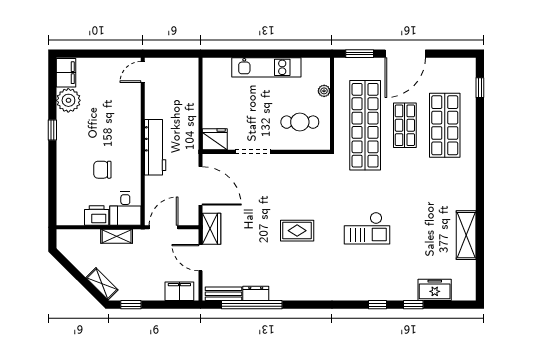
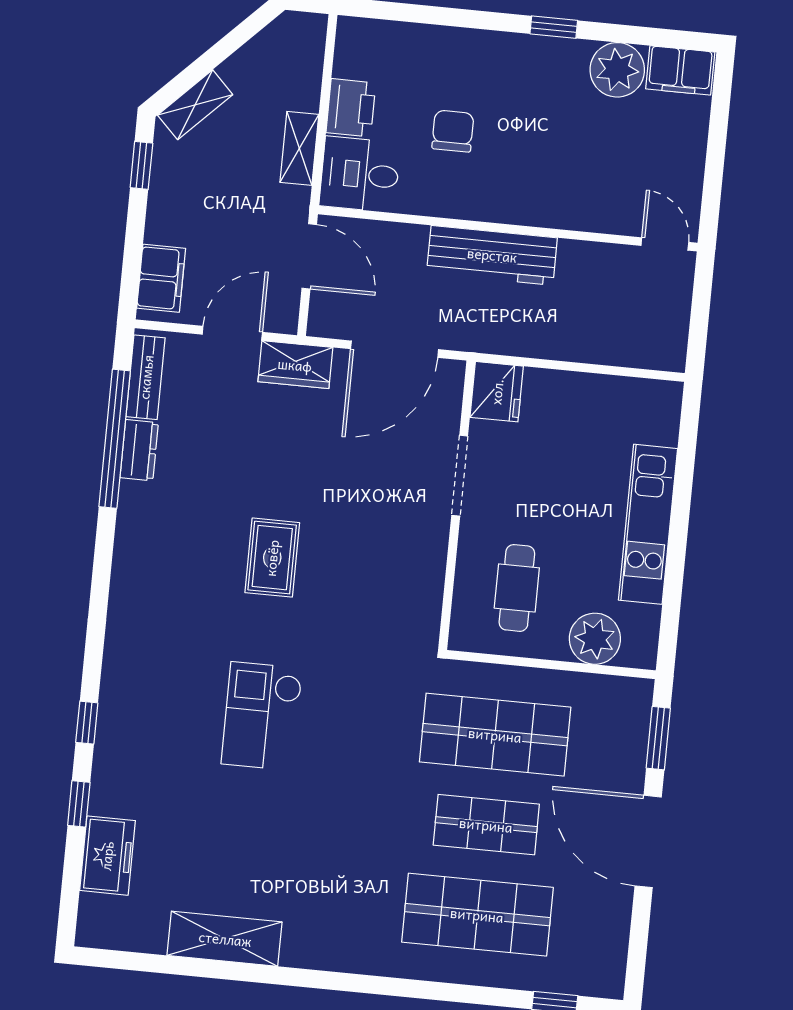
plant: (324, 91) -> (595, 639), width x1.87, depth x1.87
shop shelf: (365, 125) -> (495, 735), width x0.71

